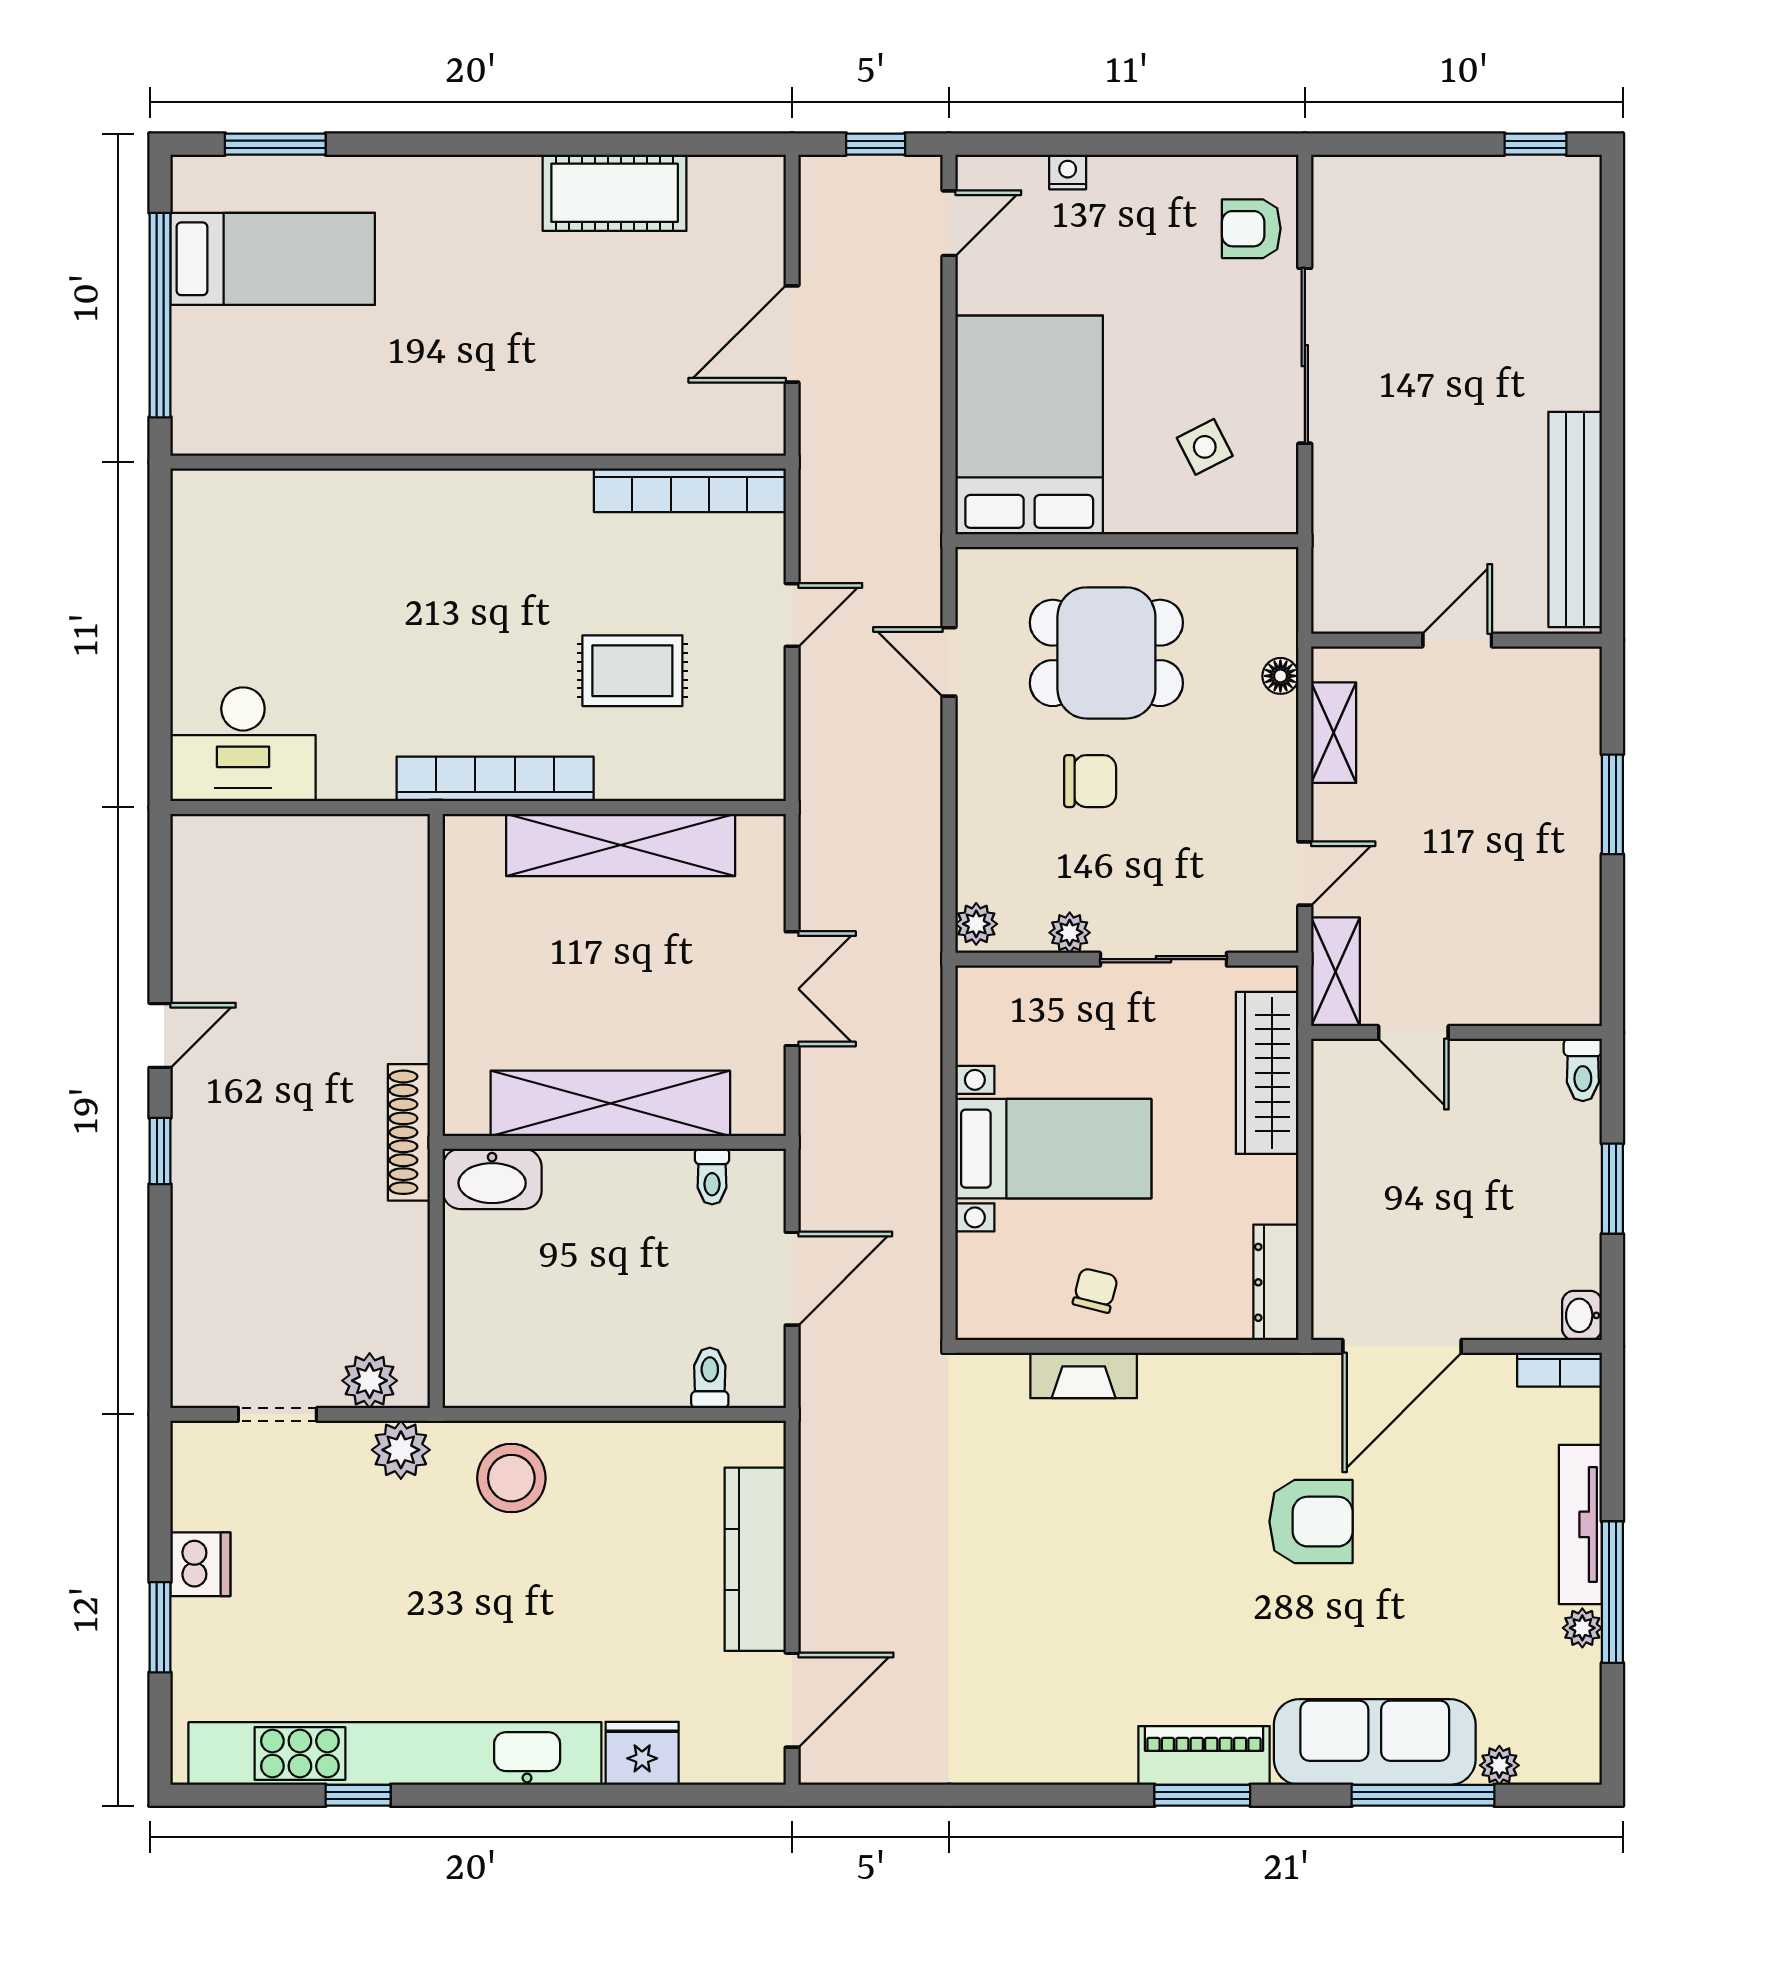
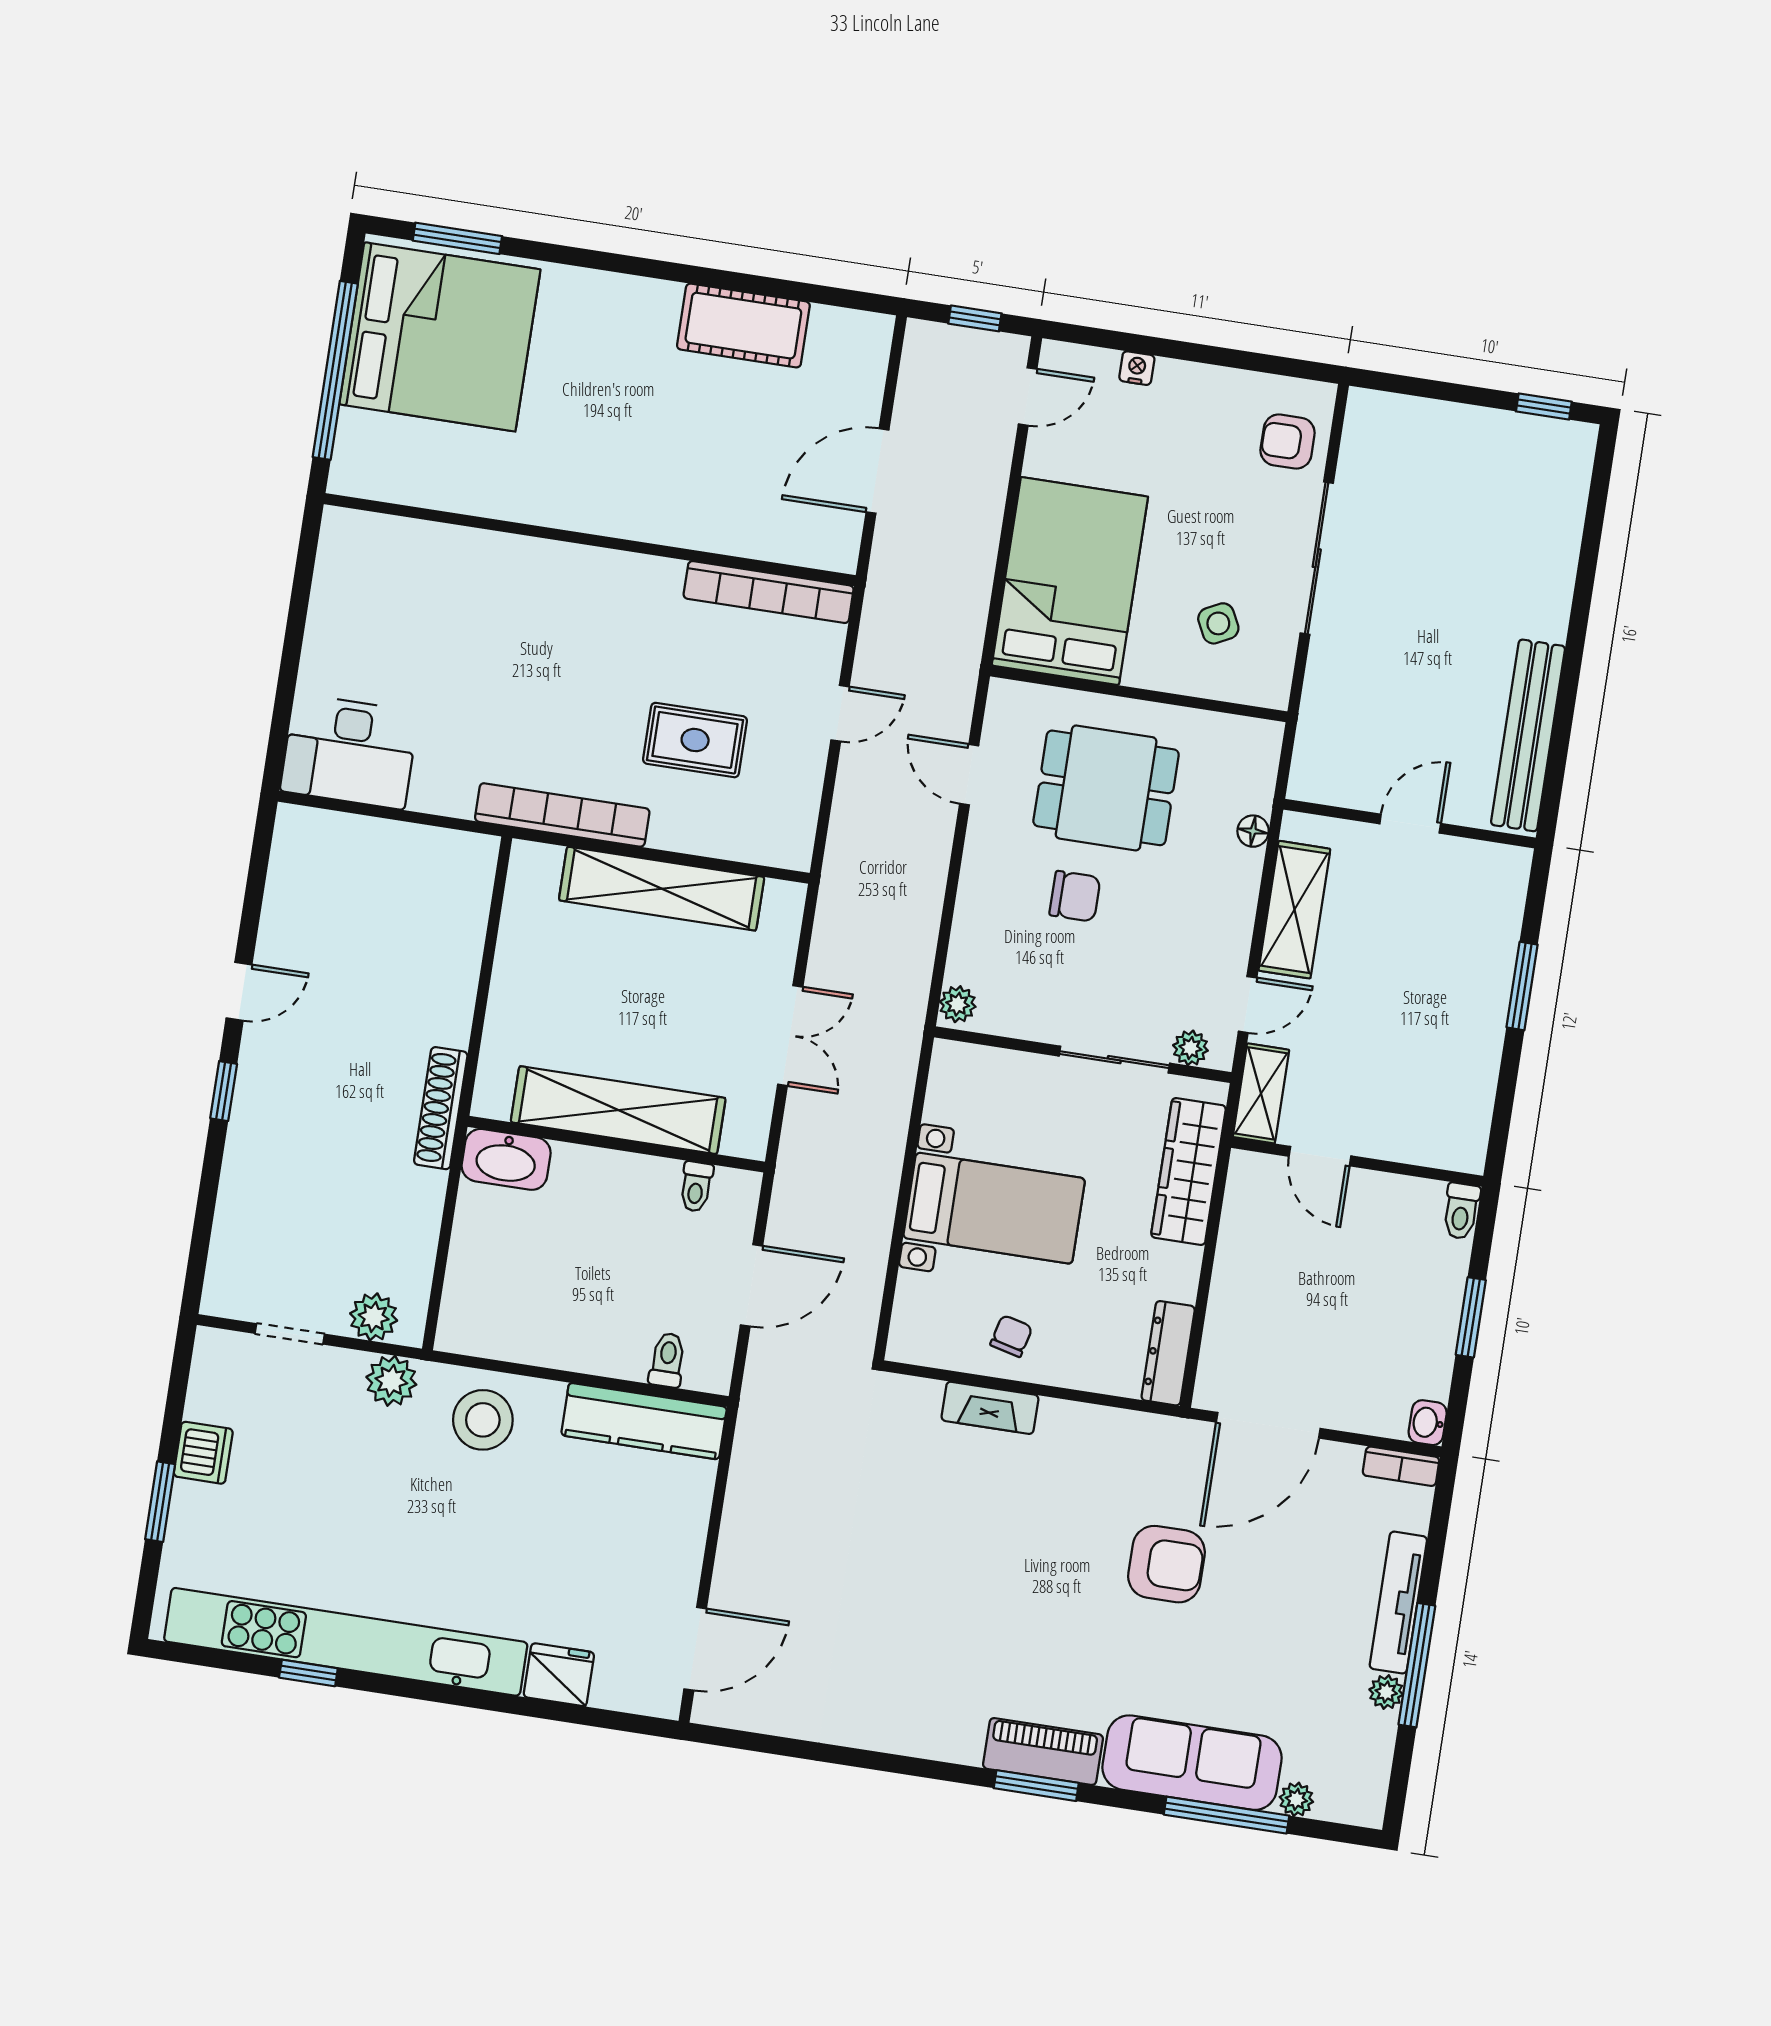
bed: (273, 259) -> (440, 337), width x2.04
shelving: (1334, 733) -> (1294, 910), width x1.50, depth x1.33
plant: (1070, 933) -> (1190, 1048), moved
kitchen counter: (755, 1559) -> (644, 1421), moved, turned -90

